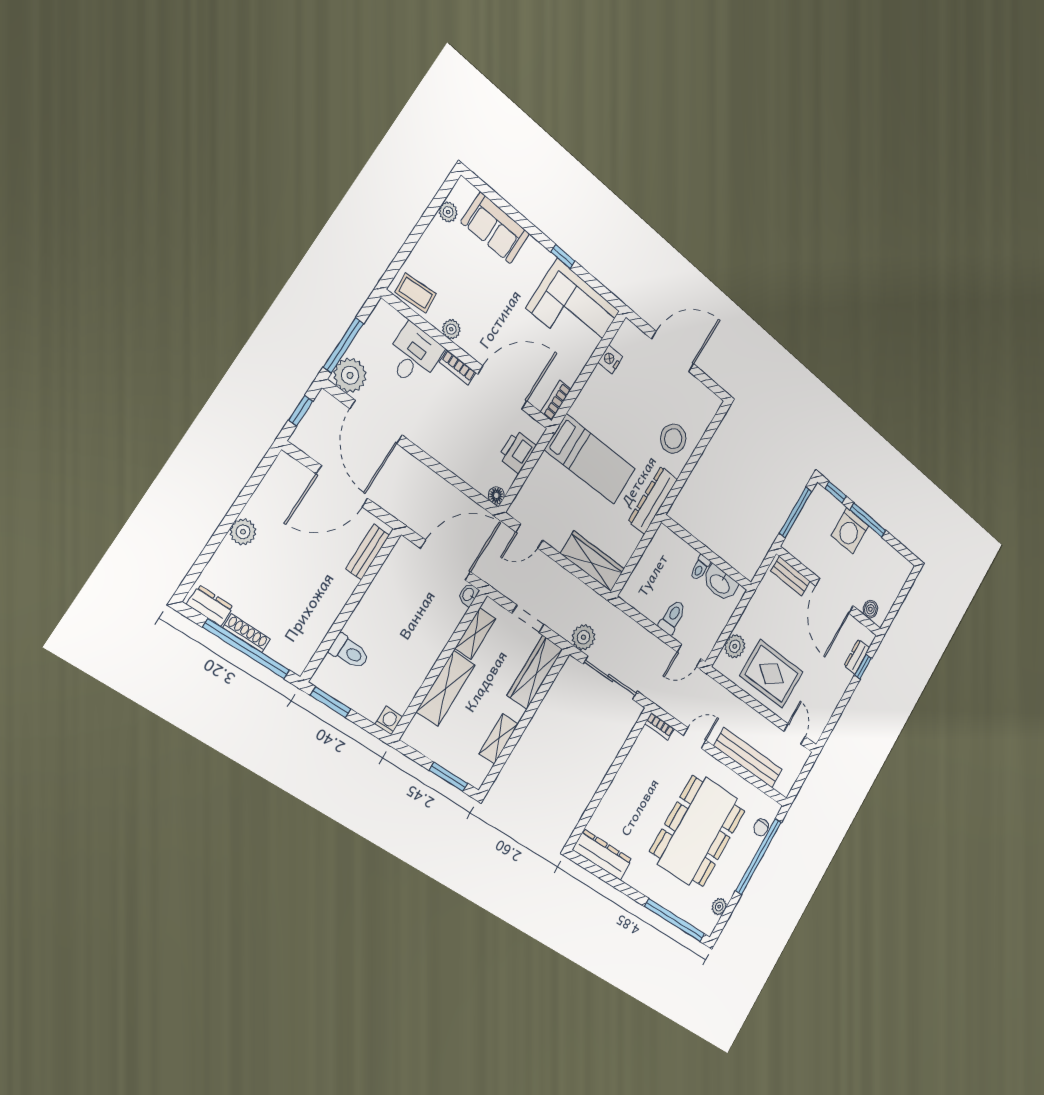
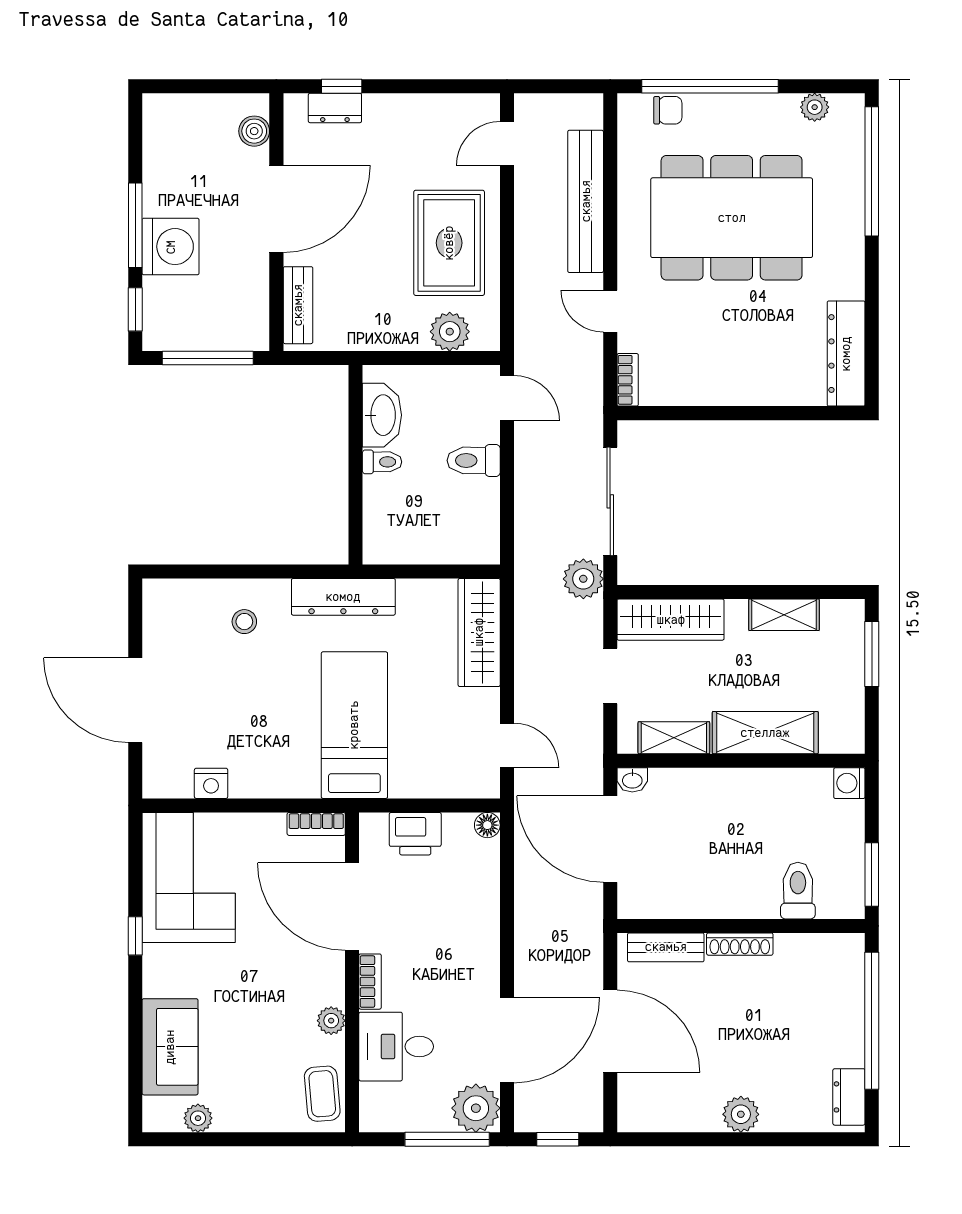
stool: (673, 439) -> (244, 622), width x0.53, depth x0.53
shoe rack: (247, 633) -> (740, 944), moved, turned -90

